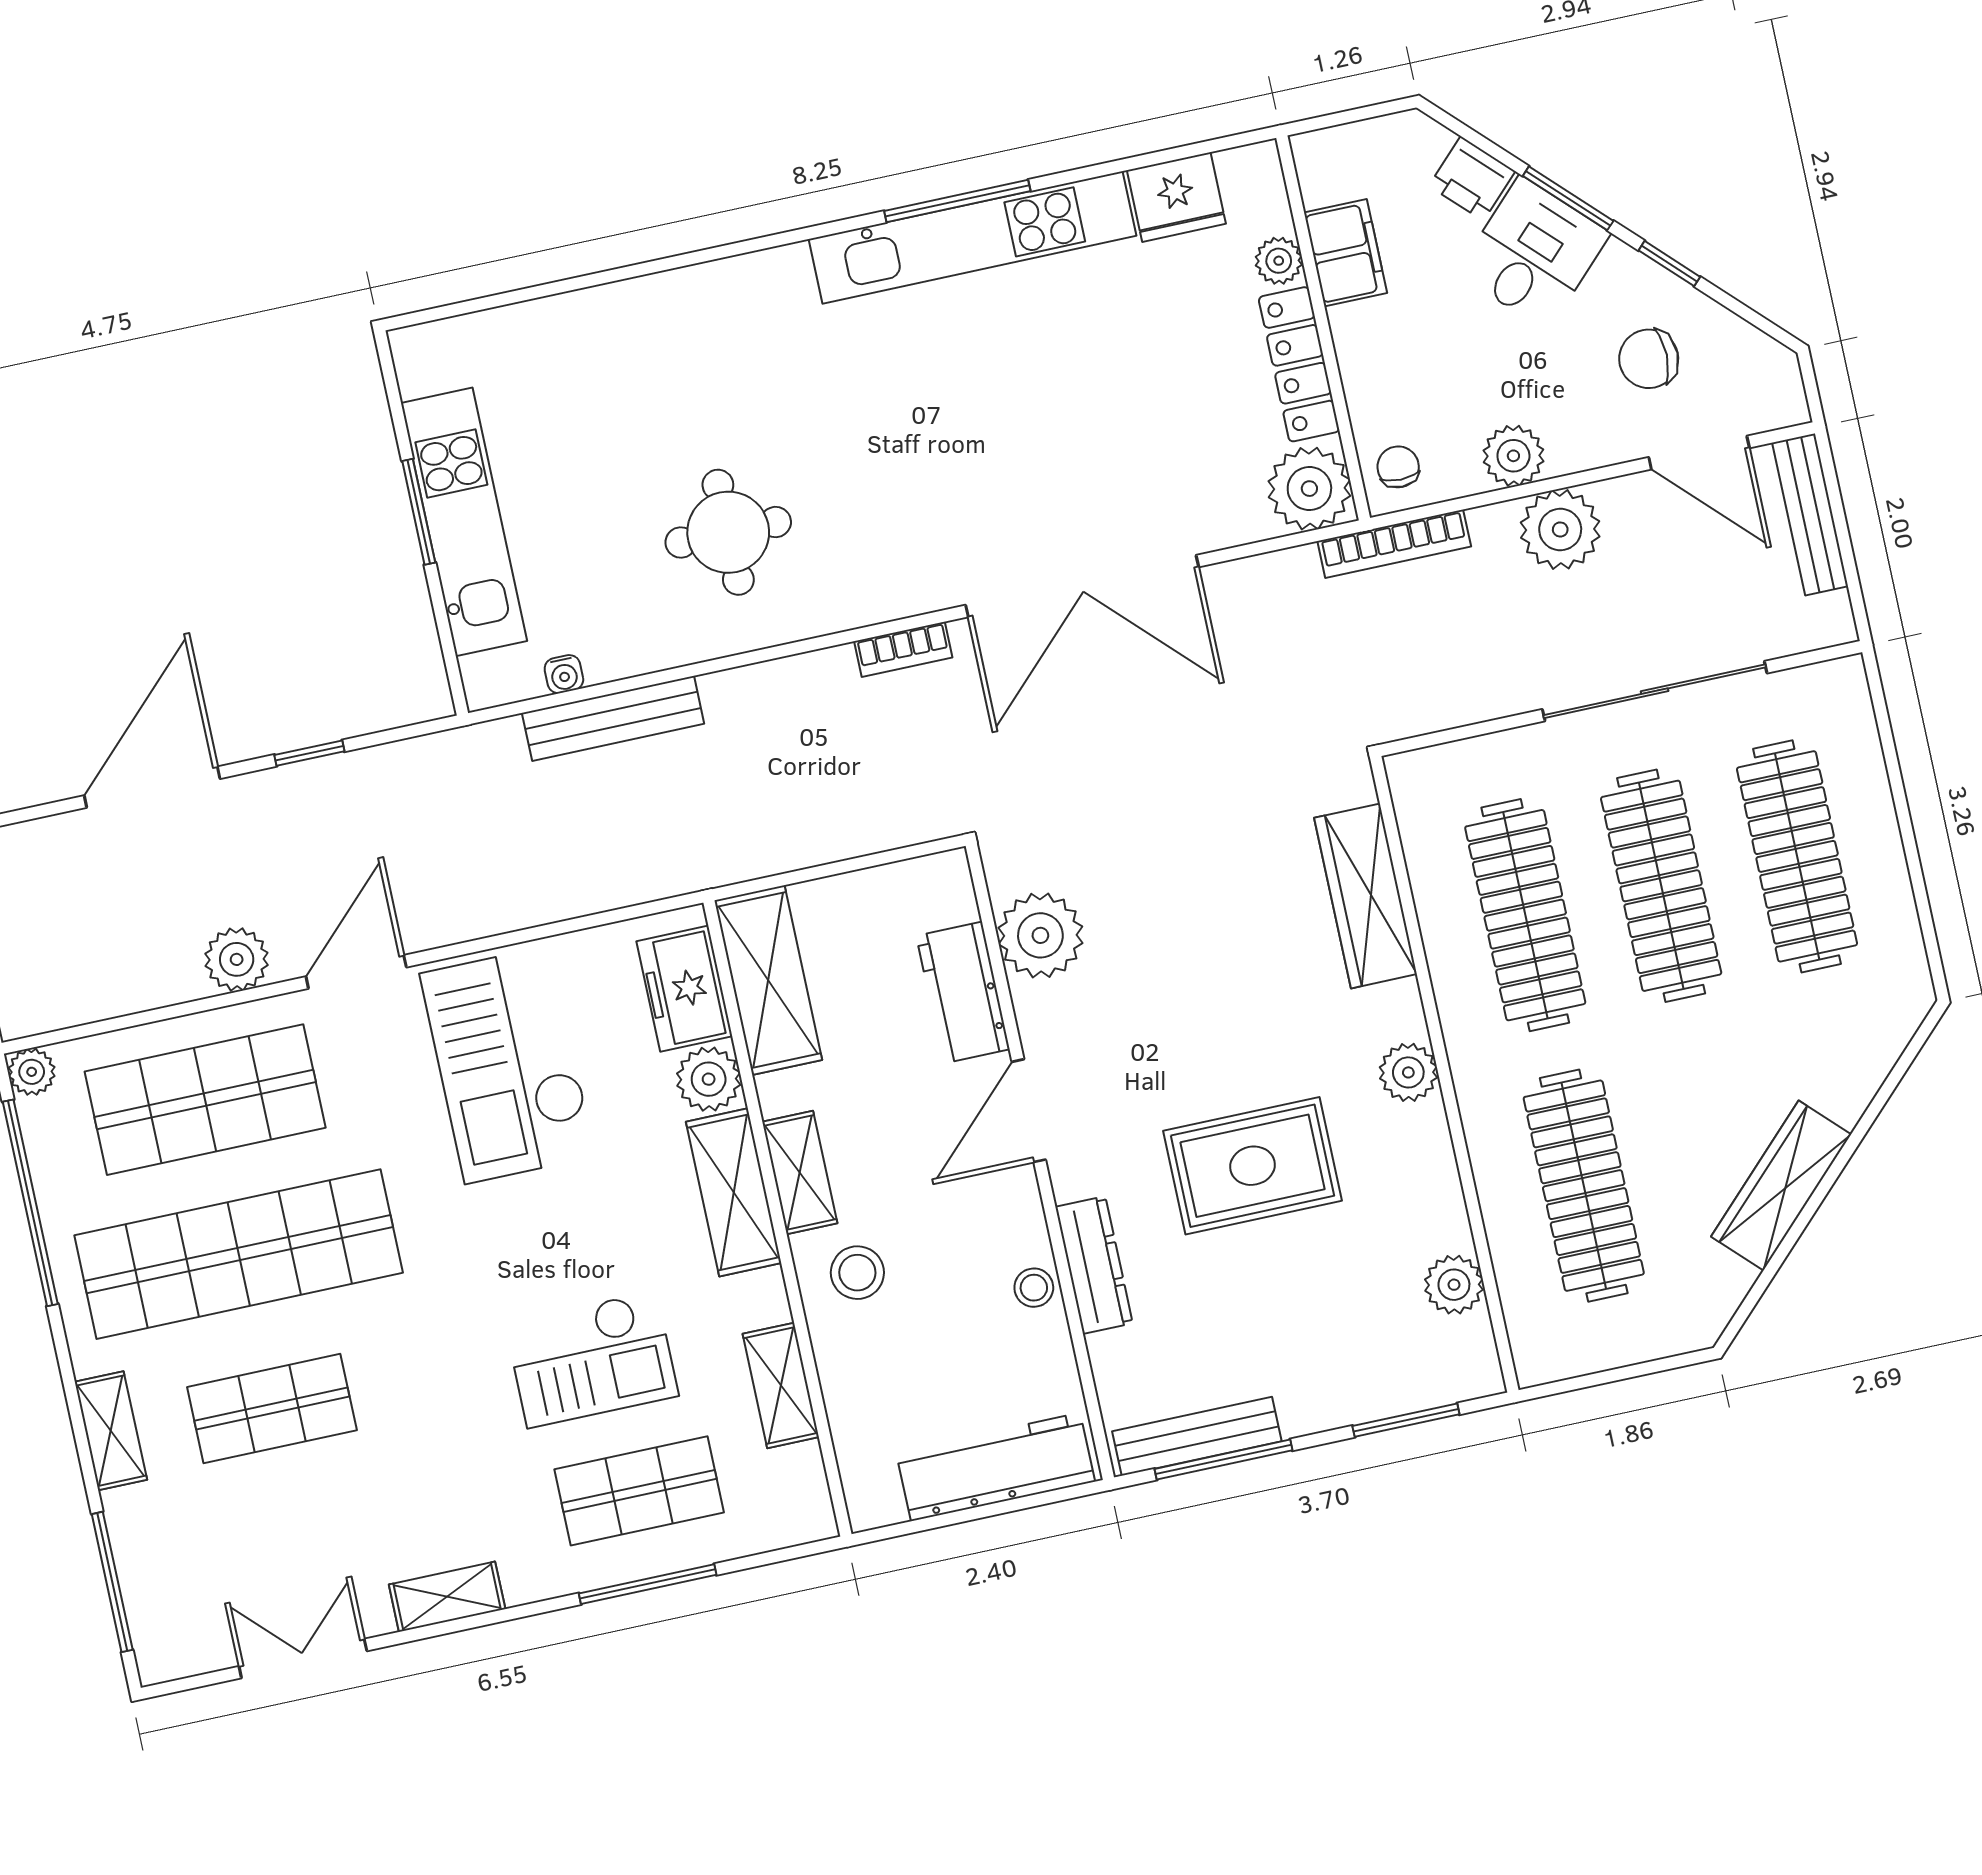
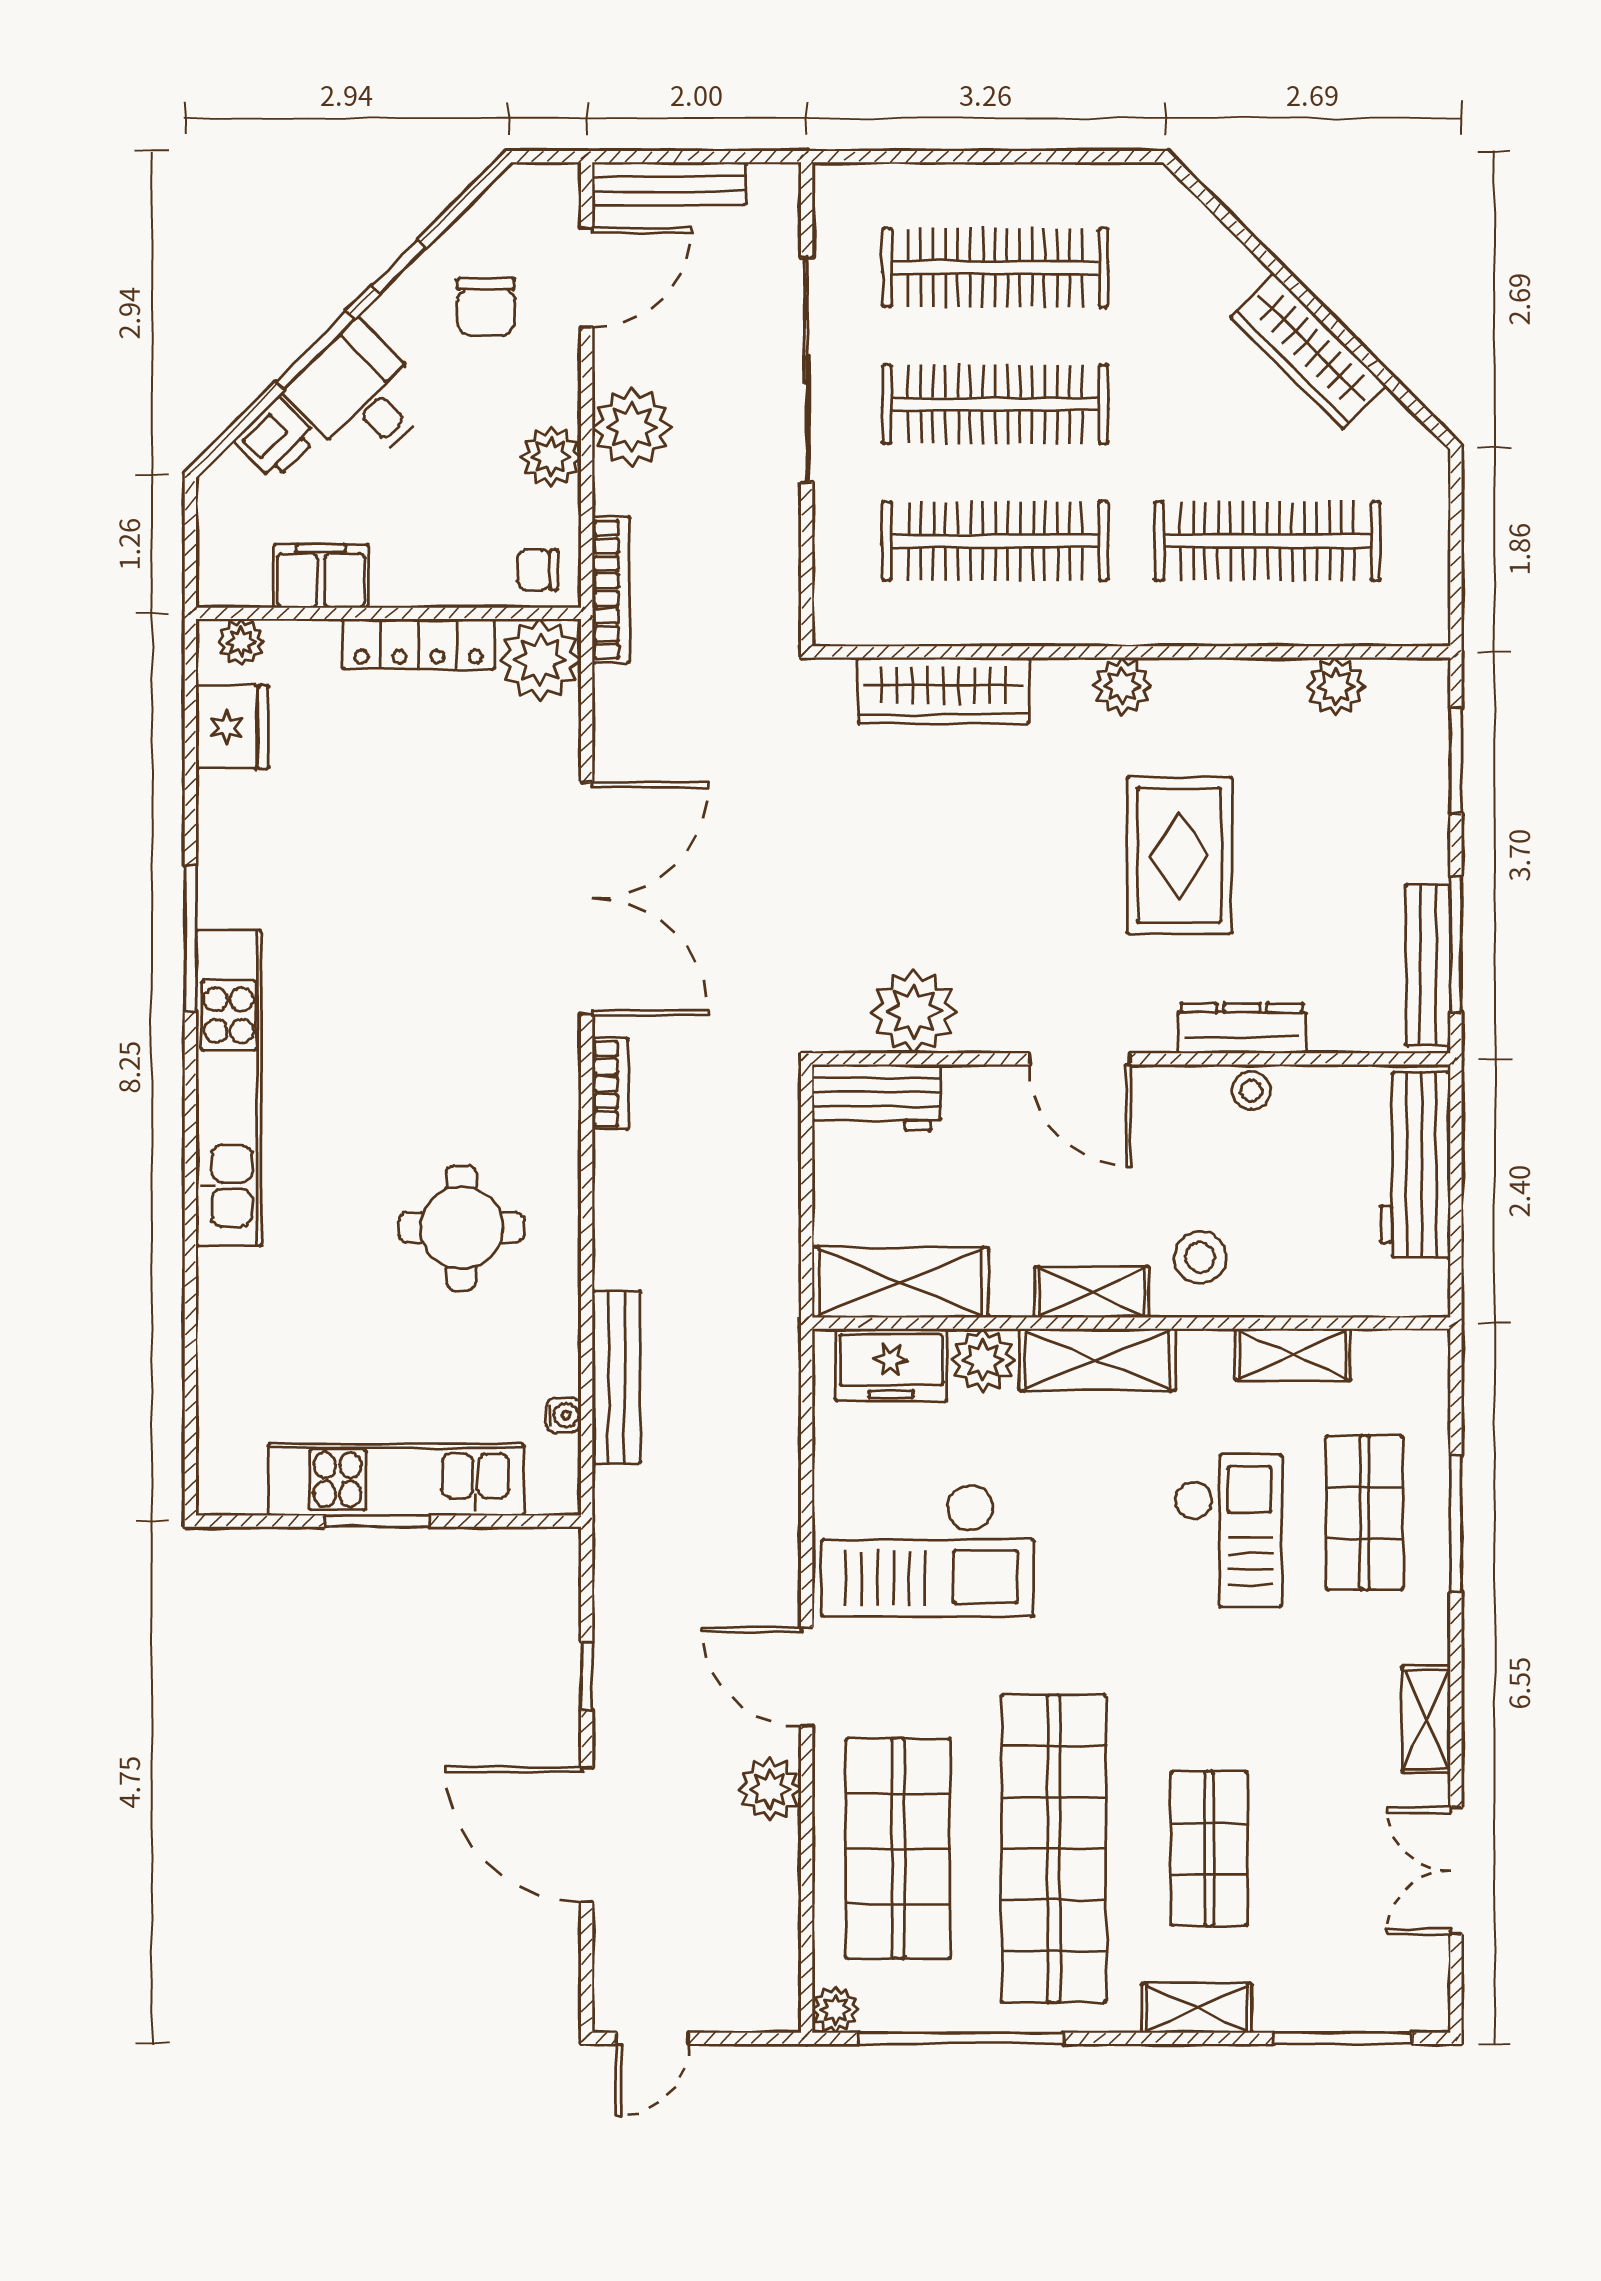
kitchen unit: (973, 237) -> (229, 1088), moved
plant: (1279, 261) -> (241, 642), moved
workbench: (963, 993) -> (877, 1098), moved

